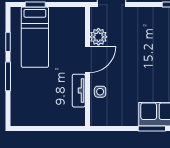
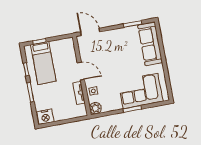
plant: (98, 37) -> (95, 108), moved
door: (87, 59) -> (81, 71), hinge flipped
nightstand: (23, 116) -> (45, 117), added

